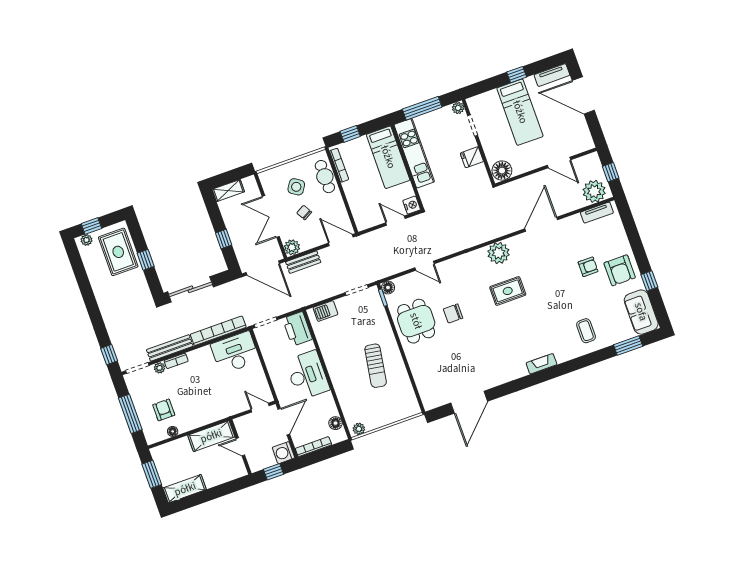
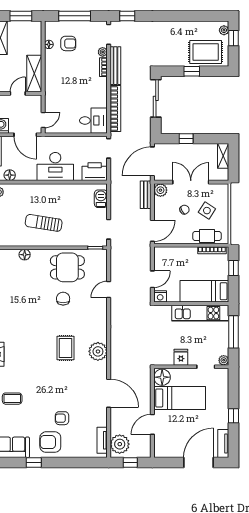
bed: (520, 112) -> (180, 398), moved, turned 180
armchair: (588, 267) -> (62, 418), turned 90
floor lamp: (388, 288) -> (25, 255), moved
desk: (235, 353) -> (93, 121), width x0.73

